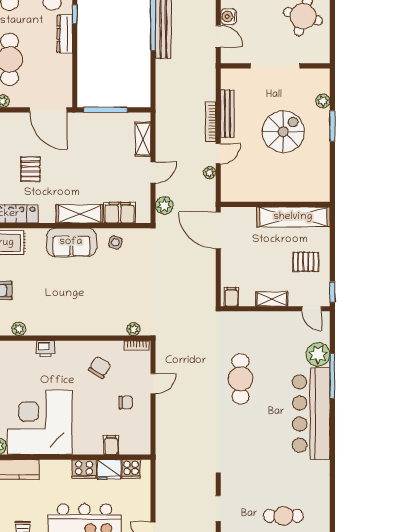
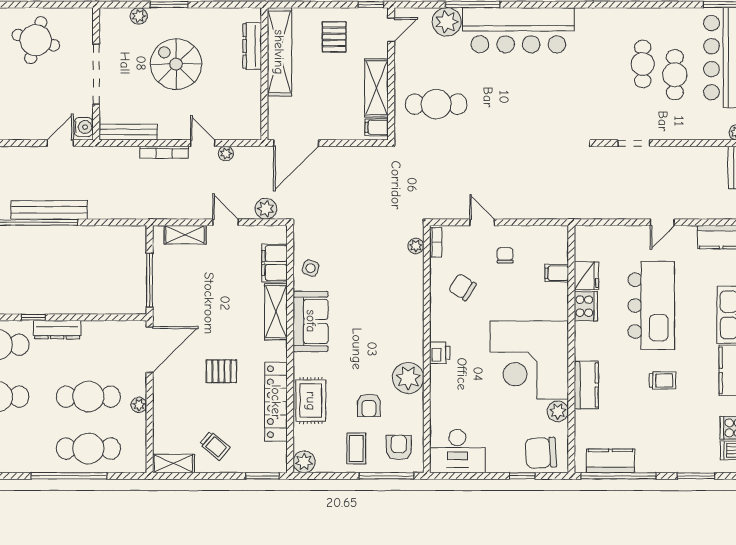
water cooler: (229, 17) -> (84, 127), moved, turned -90
bench: (227, 114) -> (128, 132), moved
dresser: (298, 194) -> (252, 46), added
shelving: (272, 299) -> (376, 88), width x1.50, depth x1.33
plant: (19, 329) -> (408, 378), width x1.88, depth x1.88
cafe table: (240, 379) -> (436, 104), moved
cooker: (131, 469) -> (586, 249), removed

